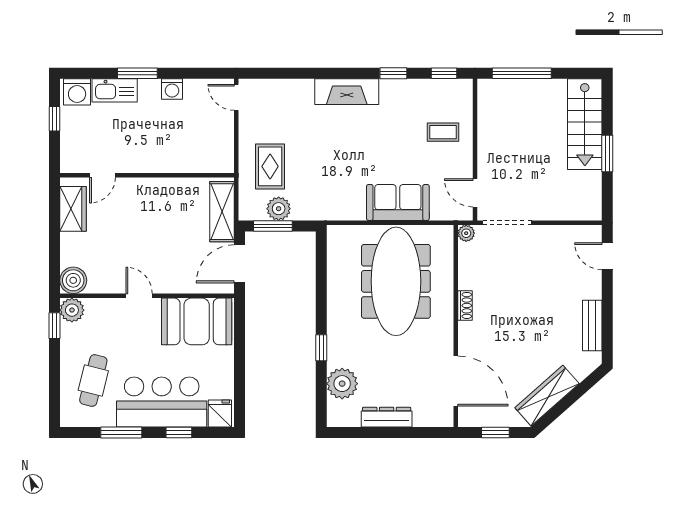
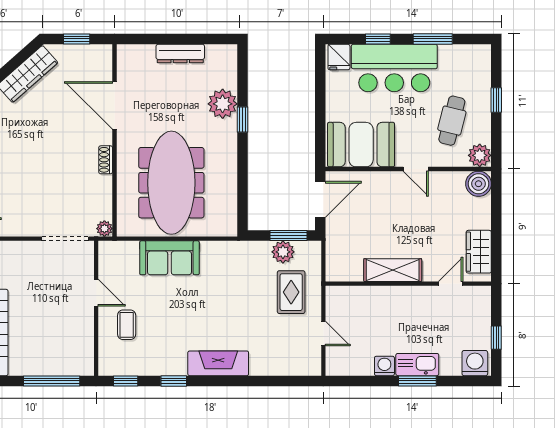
kitchen sink: (115, 90) -> (417, 365), moved
door: (236, 97) -> (323, 333), moved
coffee table: (443, 132) -> (127, 325), turned 90
door: (475, 193) -> (96, 293), moved
shelving: (222, 212) -> (393, 270), moved, turned 90
window: (54, 326) -> (496, 100), moved
cafe table: (93, 380) -> (452, 121), moved
door: (456, 381) -> (114, 105), moved
plant: (342, 384) -> (223, 104), moved

